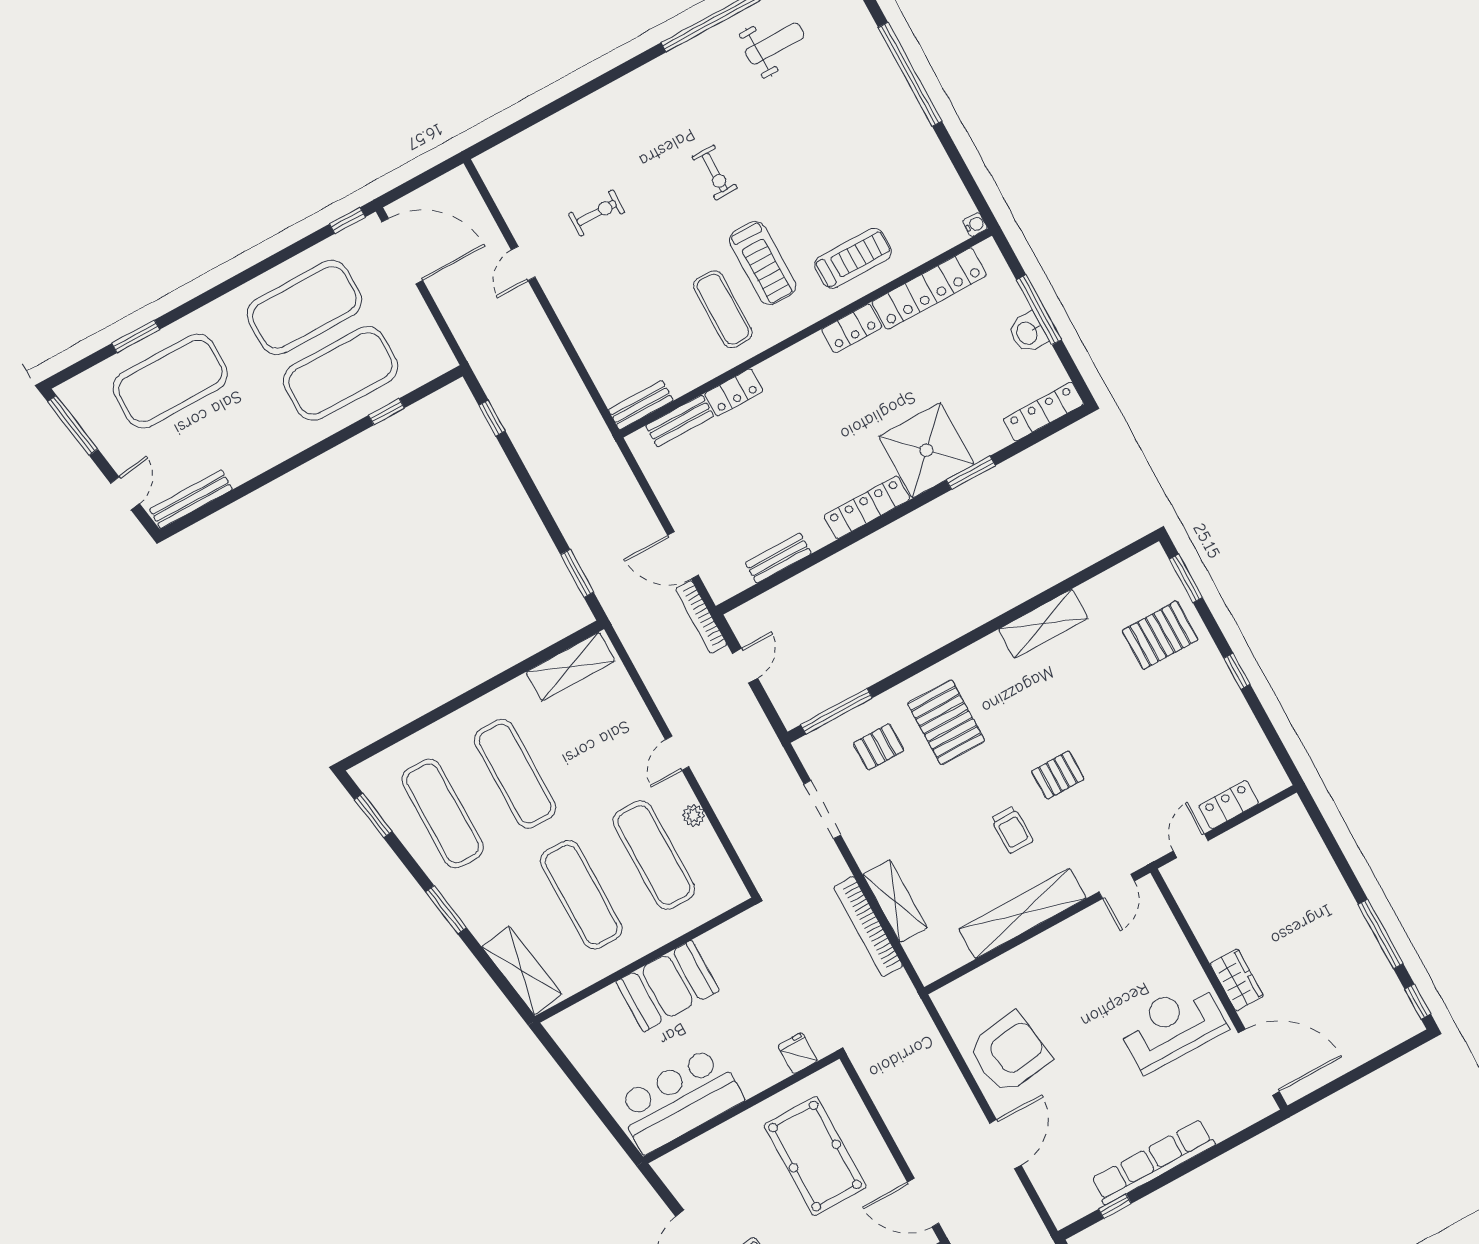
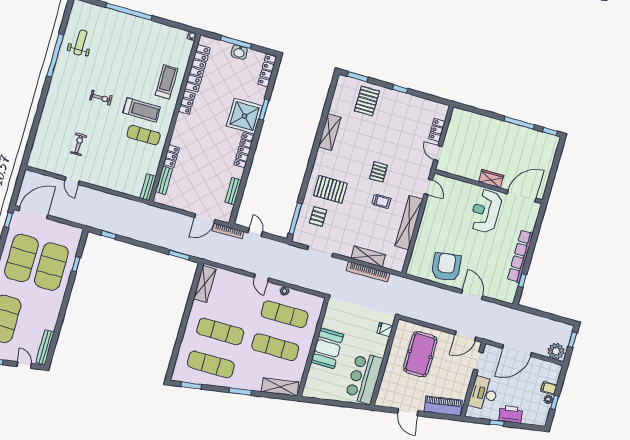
pool table: (815, 1156) -> (420, 354), turned 90

